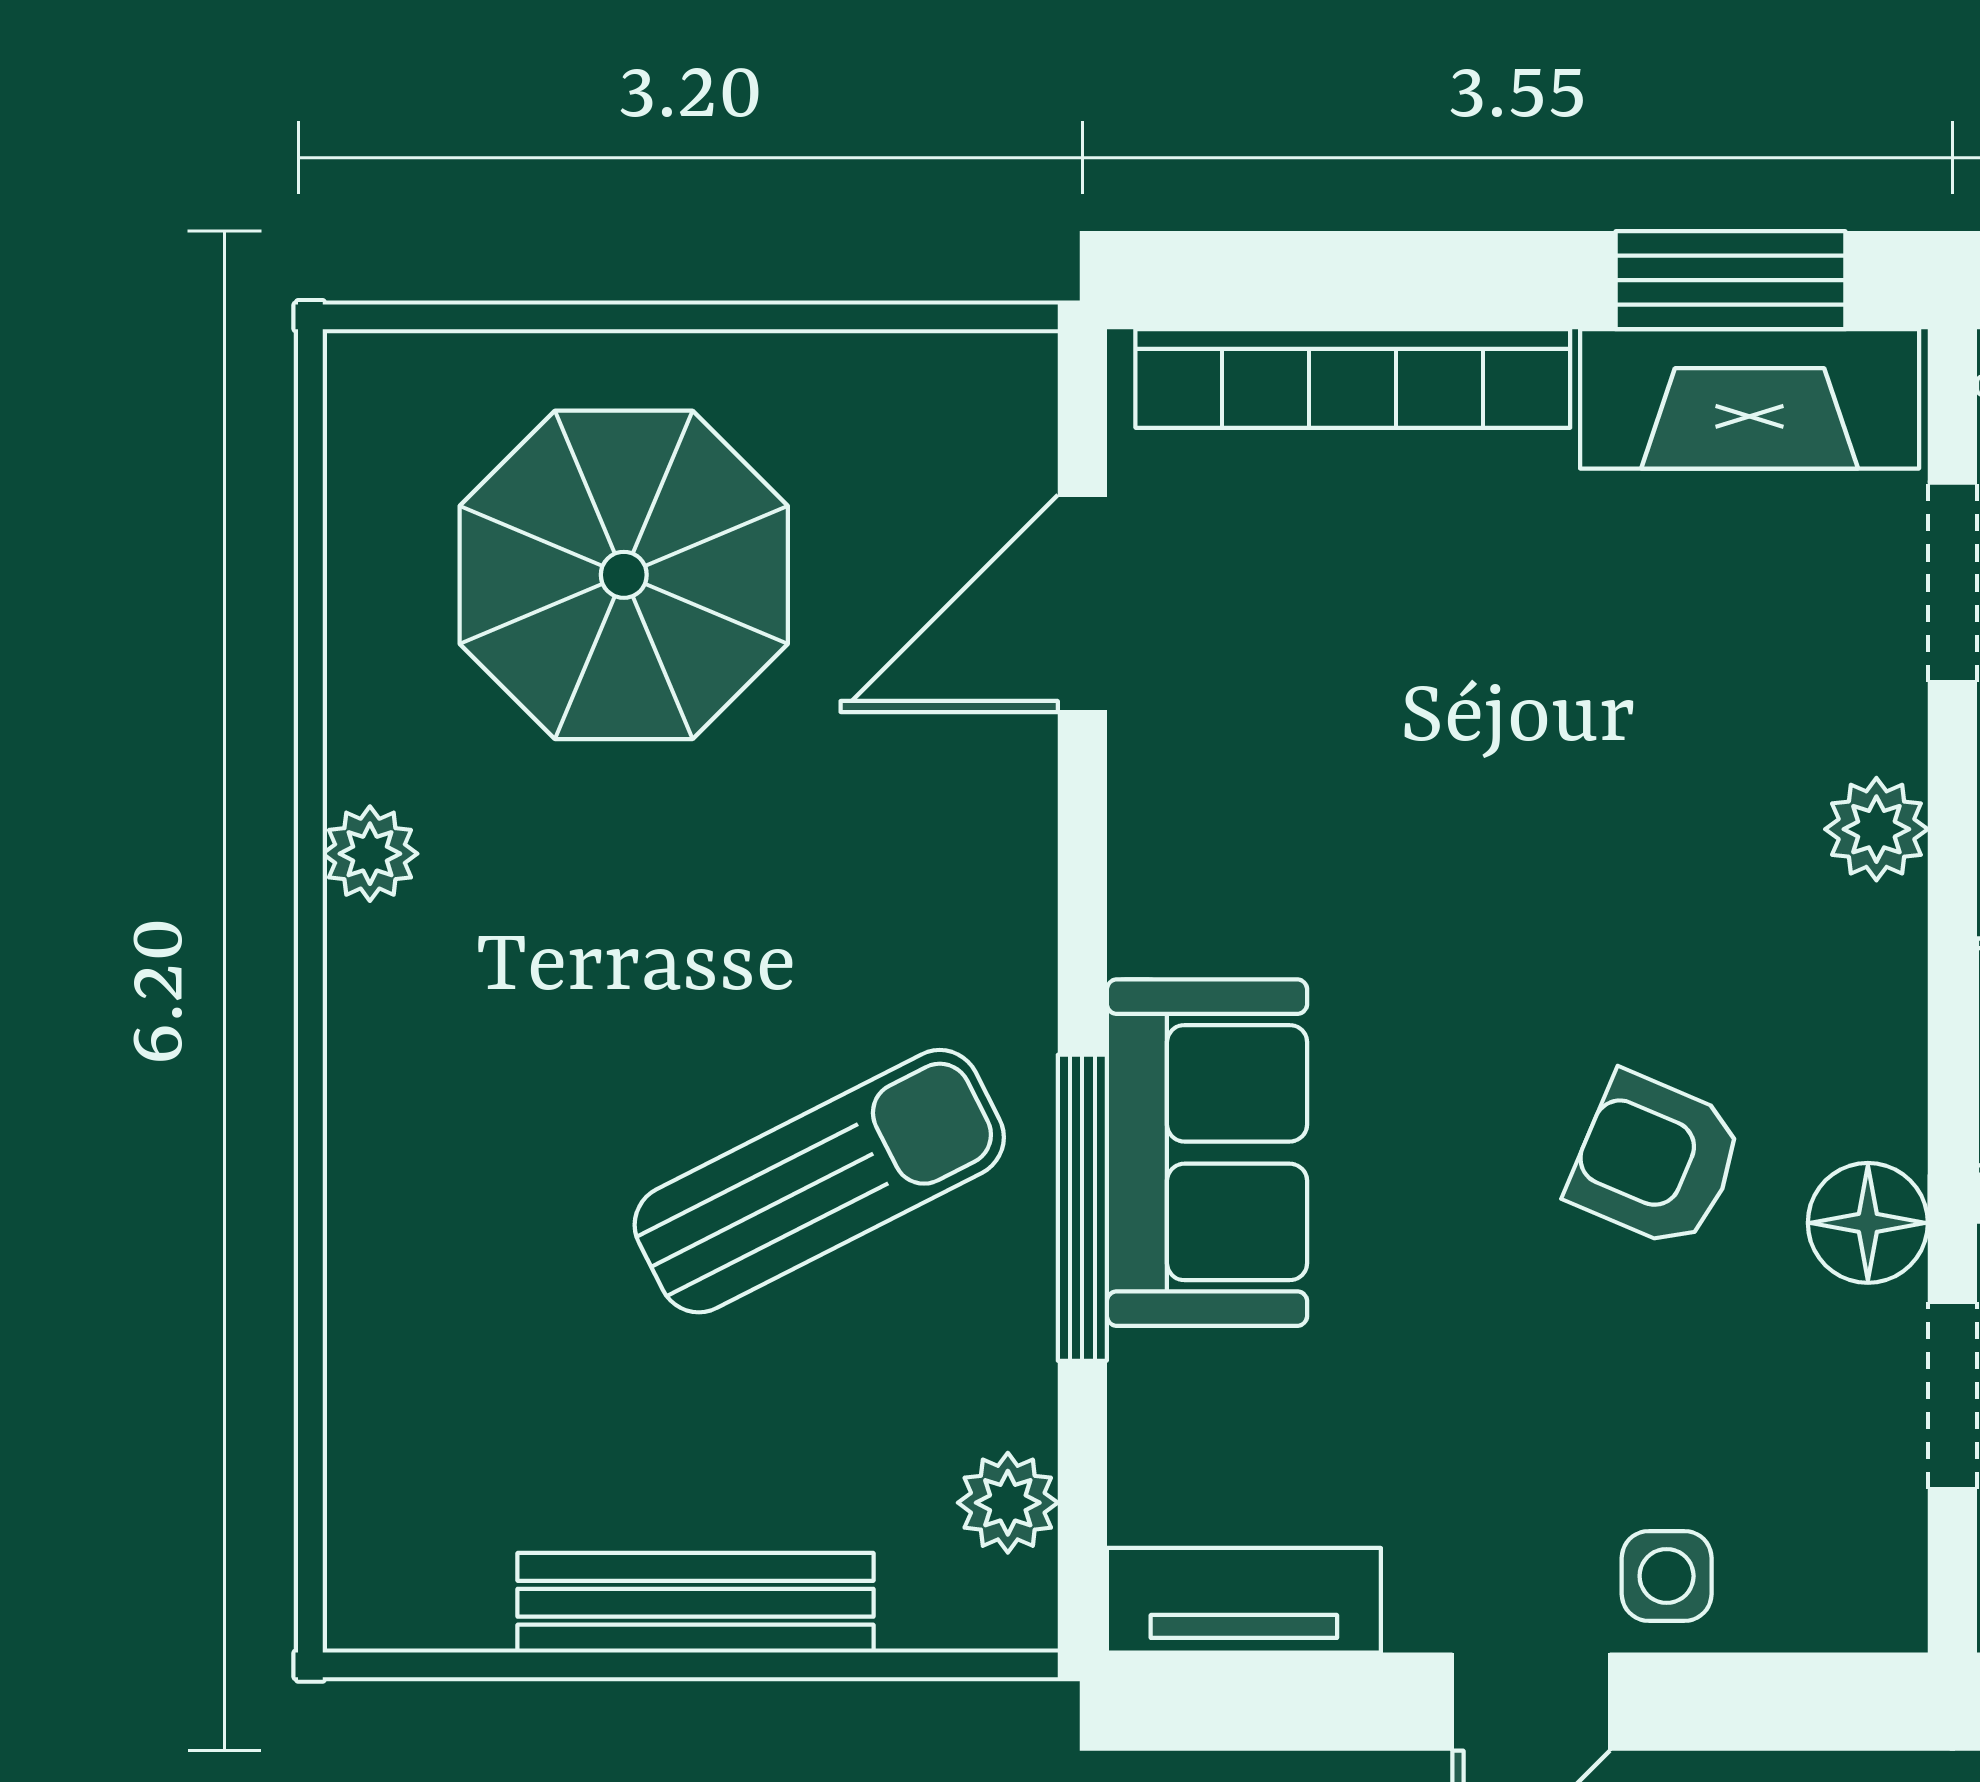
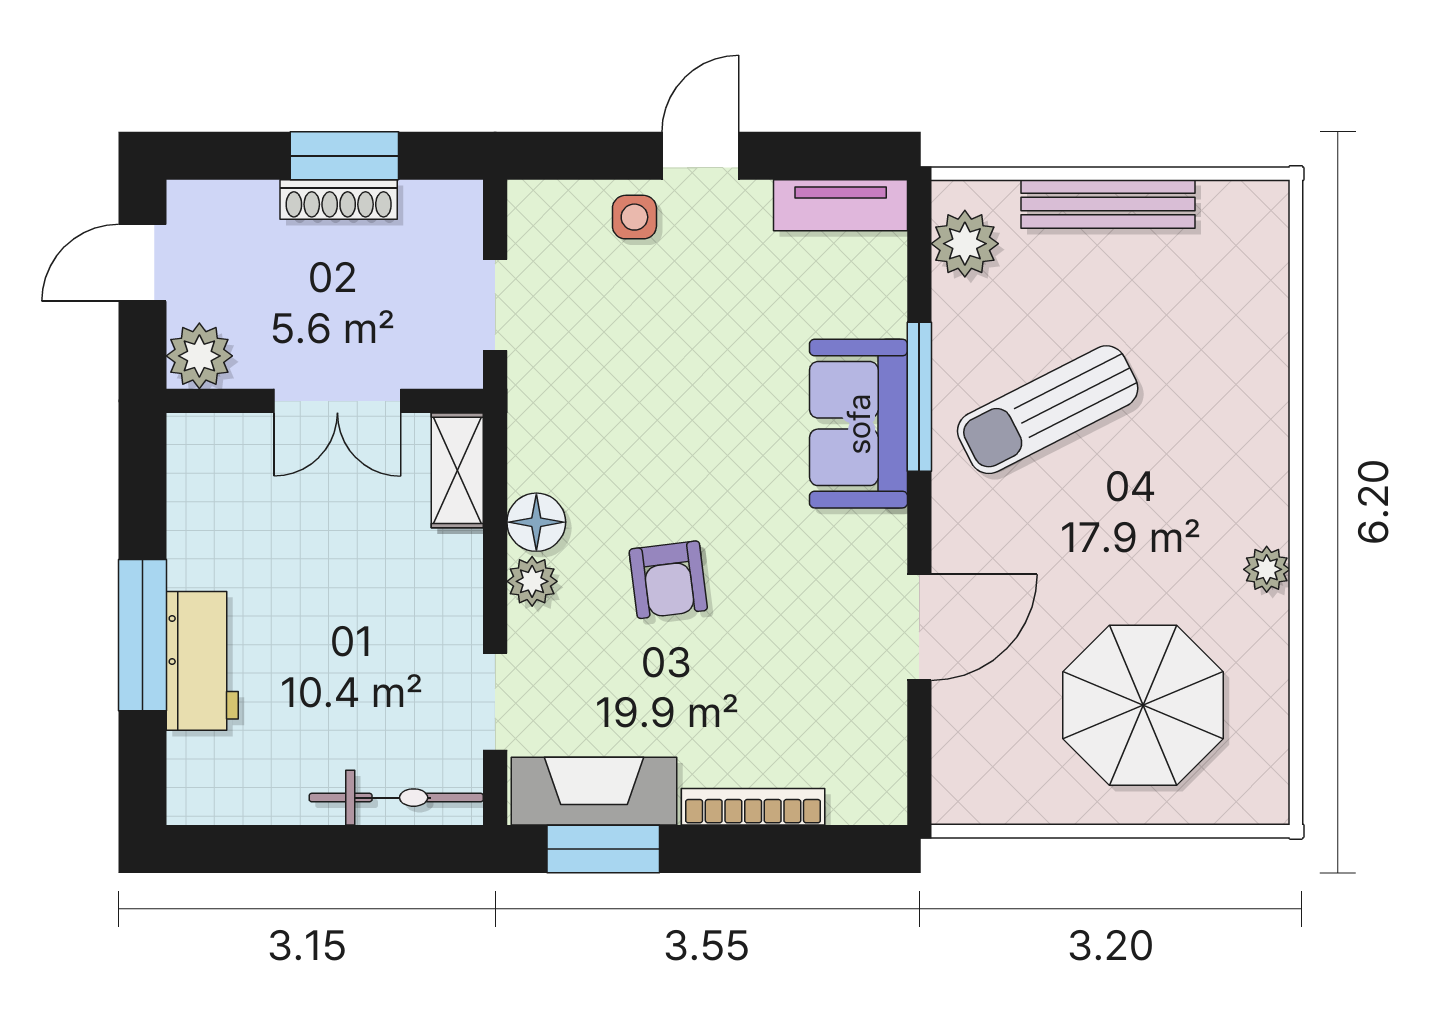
bookcase: (1353, 379) -> (753, 807), width x0.68, depth x0.76
door: (1082, 603) -> (919, 627), moved
armchair: (1656, 1161) -> (668, 580), moved, turned 60
floor lamp: (1868, 1223) -> (536, 522), moved
plant: (1008, 1503) -> (965, 244), width x1.38, depth x1.38

